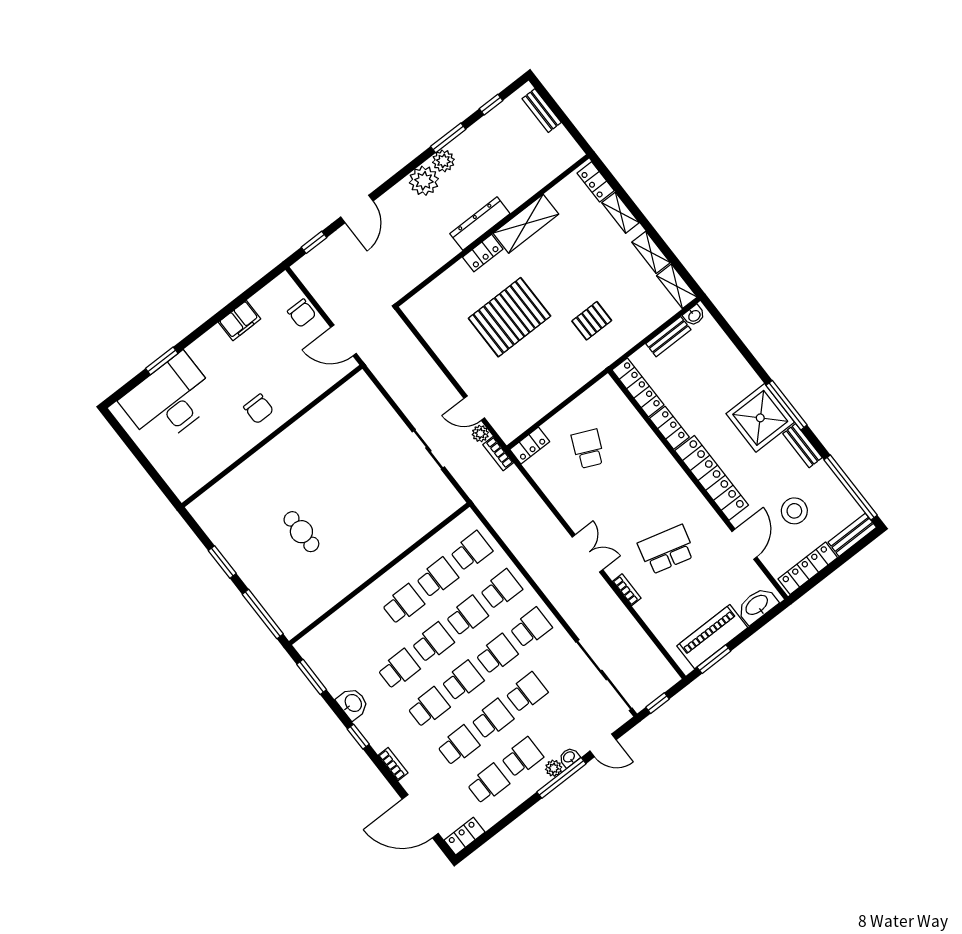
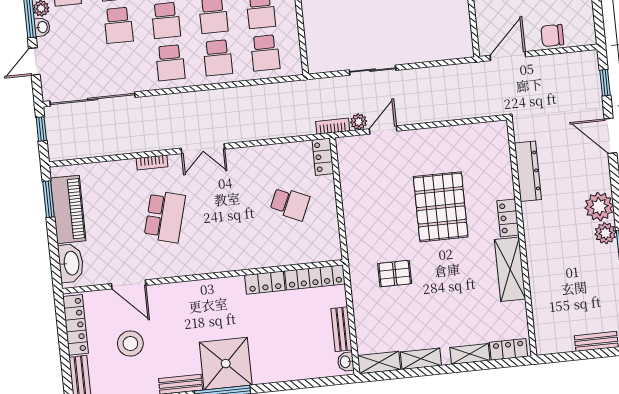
dresser: (480, 224) -> (528, 171), moved
pallet: (592, 321) -> (395, 274), turned 90
locker: (712, 478) -> (201, 292), removed

